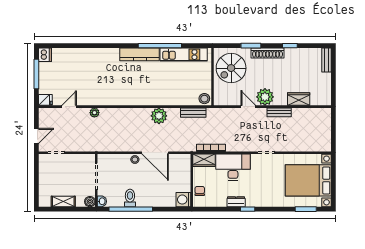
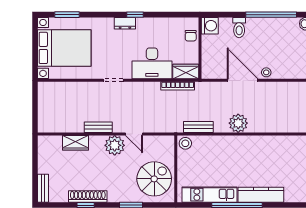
shoe rack: (268, 53) -> (88, 196), moved
toilet: (130, 198) -> (239, 28), moved
dresser: (236, 202) -> (125, 23), moved

